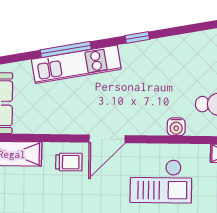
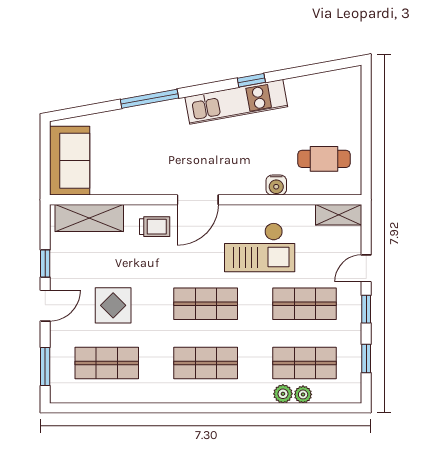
window: (137, 37) -> (251, 80), moved
kitchen unit: (76, 64) -> (236, 102), moved

